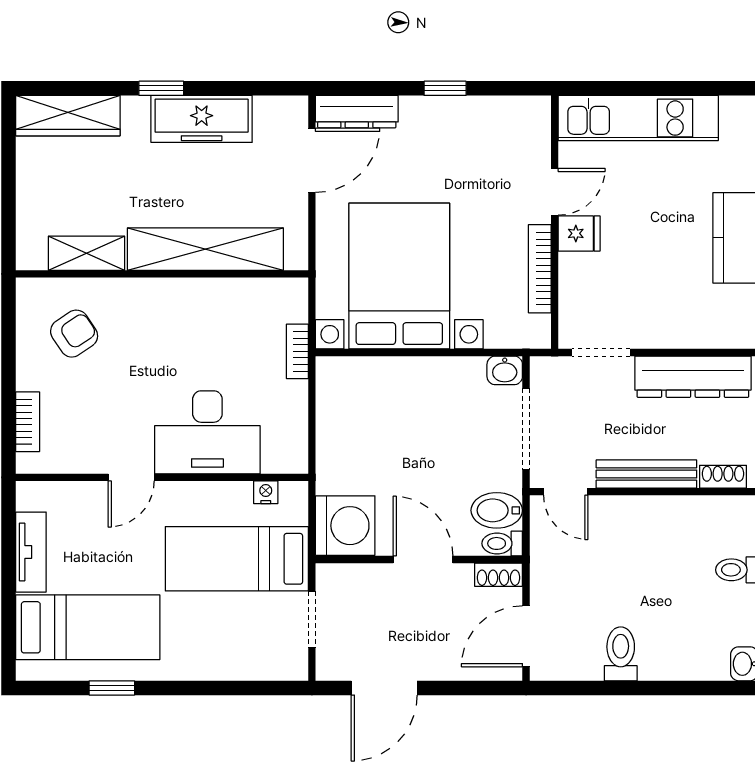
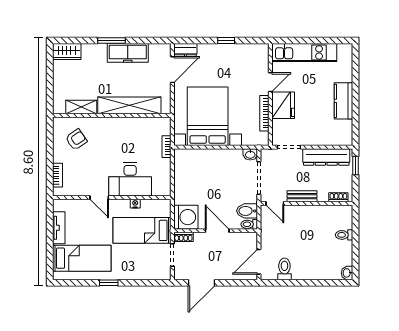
window: (161, 88) -> (111, 40), width x1.50
dresser: (357, 112) -> (185, 50), width x0.70
wardrobe: (68, 116) -> (67, 51), width x0.67
fridge: (579, 233) -> (283, 105), width x1.88, depth x1.34
bench: (646, 474) -> (302, 196), width x0.73
door: (131, 477) -> (99, 198), hinge flipped
nightstand: (266, 492) -> (135, 204), moved
shoe rack: (499, 575) -> (183, 237), moved
toilet: (621, 654) -> (284, 269), moved
window: (112, 688) -> (109, 283), moved

